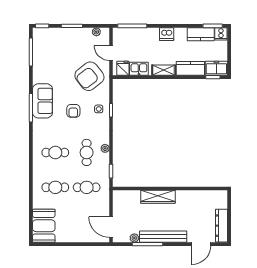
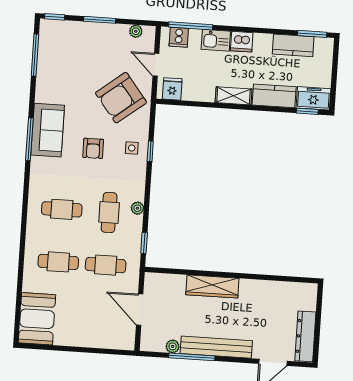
cooker: (221, 34) -> (179, 37), moved
kitchen sink: (139, 69) -> (216, 40), moved, turned 180
door: (111, 227) -> (140, 310), moved

